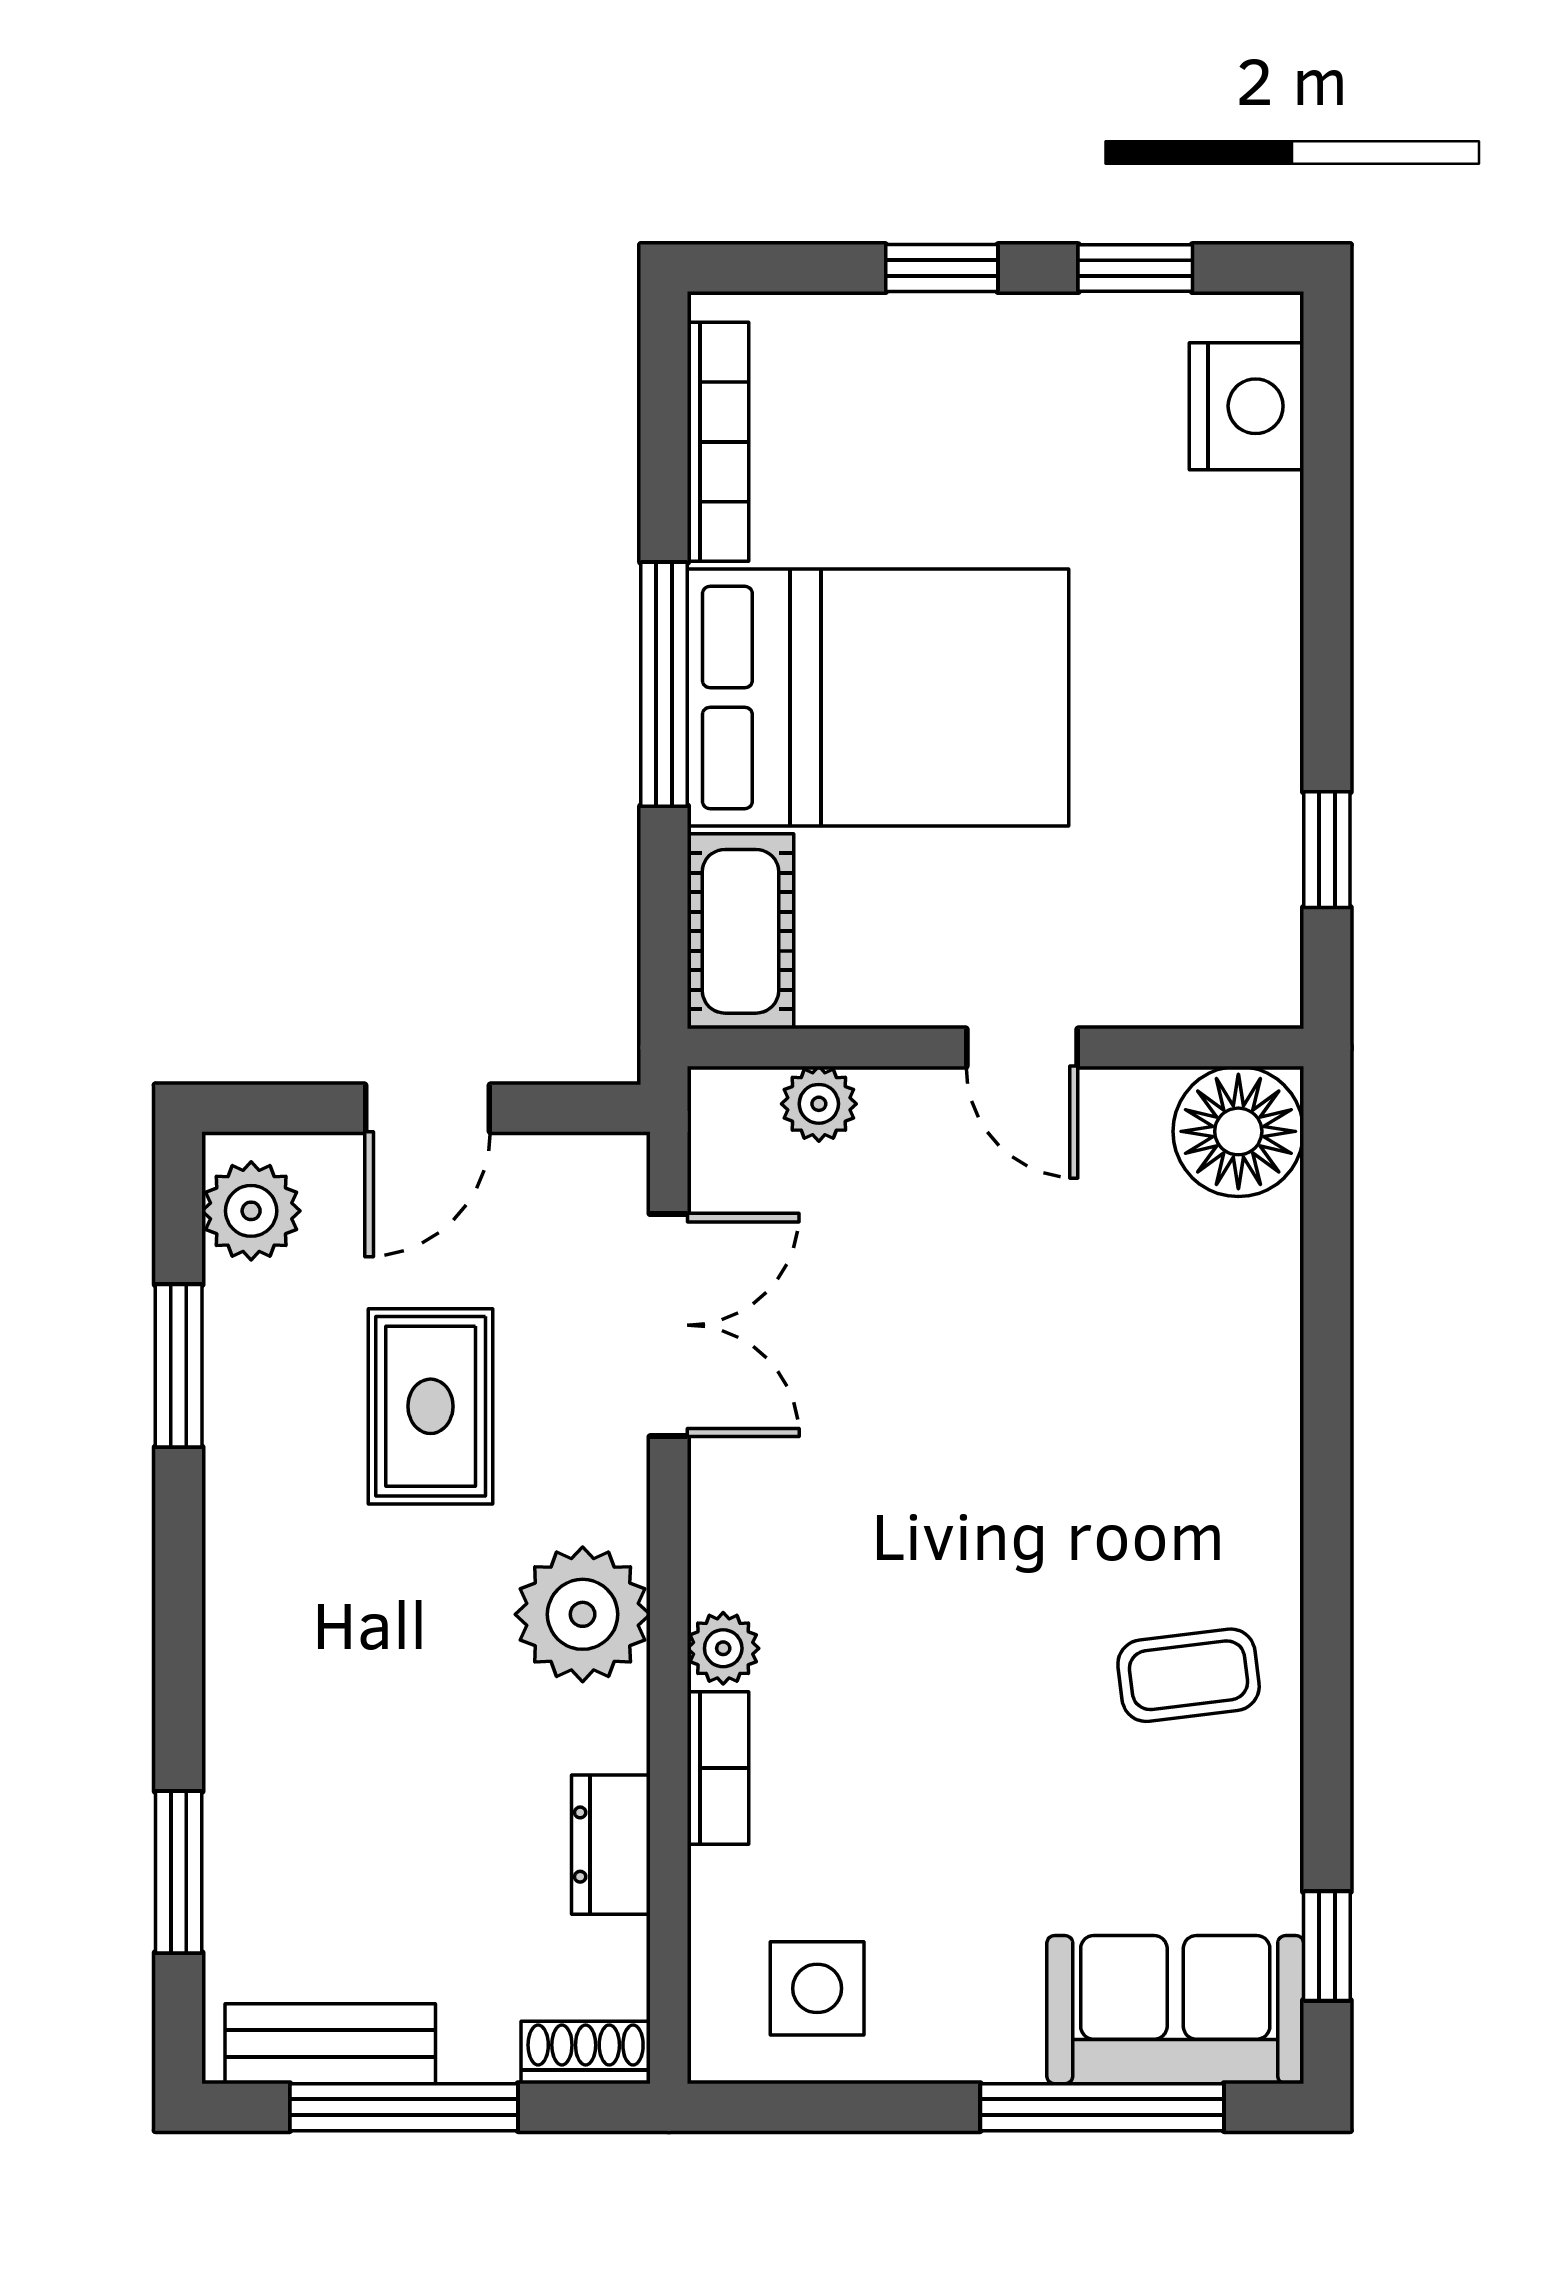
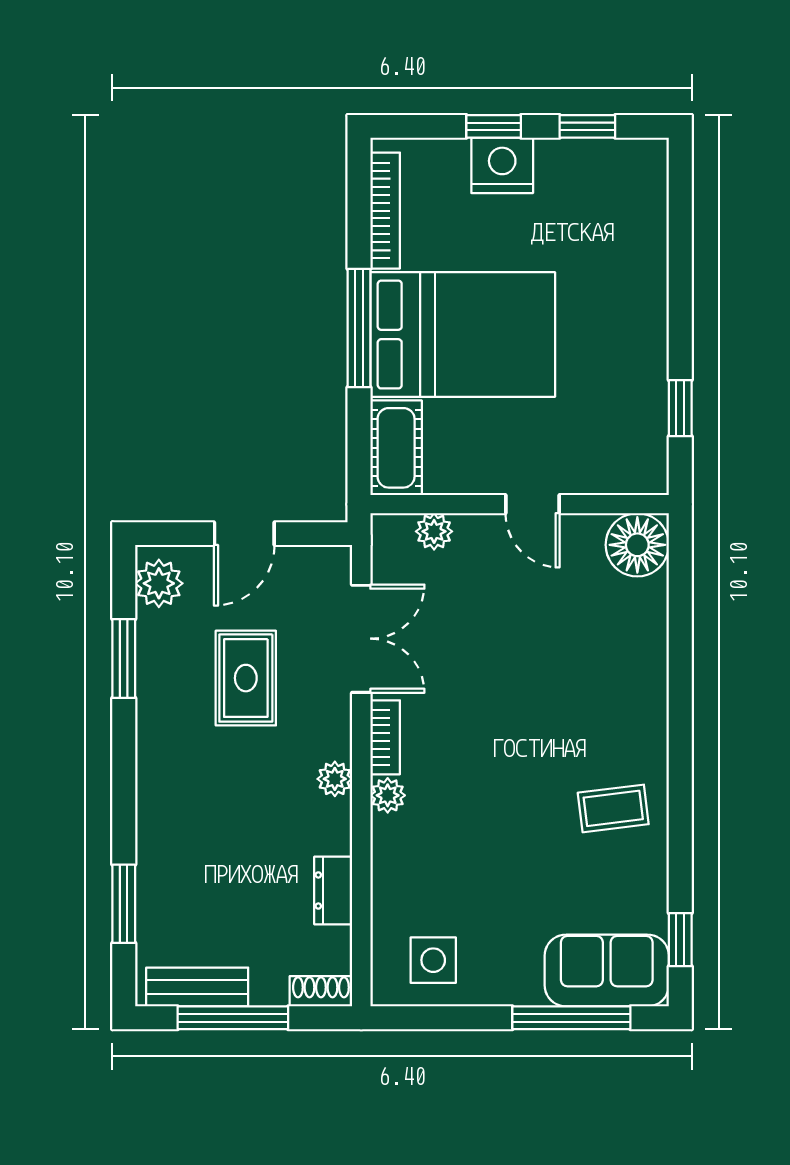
nightstand: (1246, 406) -> (502, 165), moved, turned -90
plant: (583, 1614) -> (335, 779), width x0.53, depth x0.53
bookcase: (718, 1768) -> (385, 737), moved

